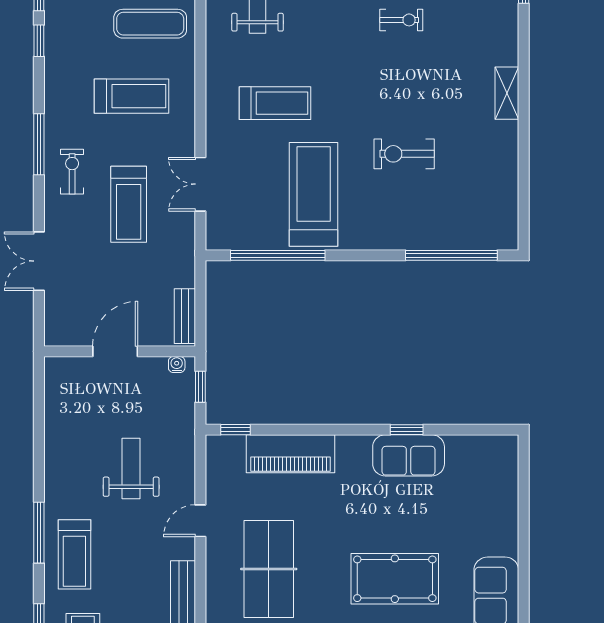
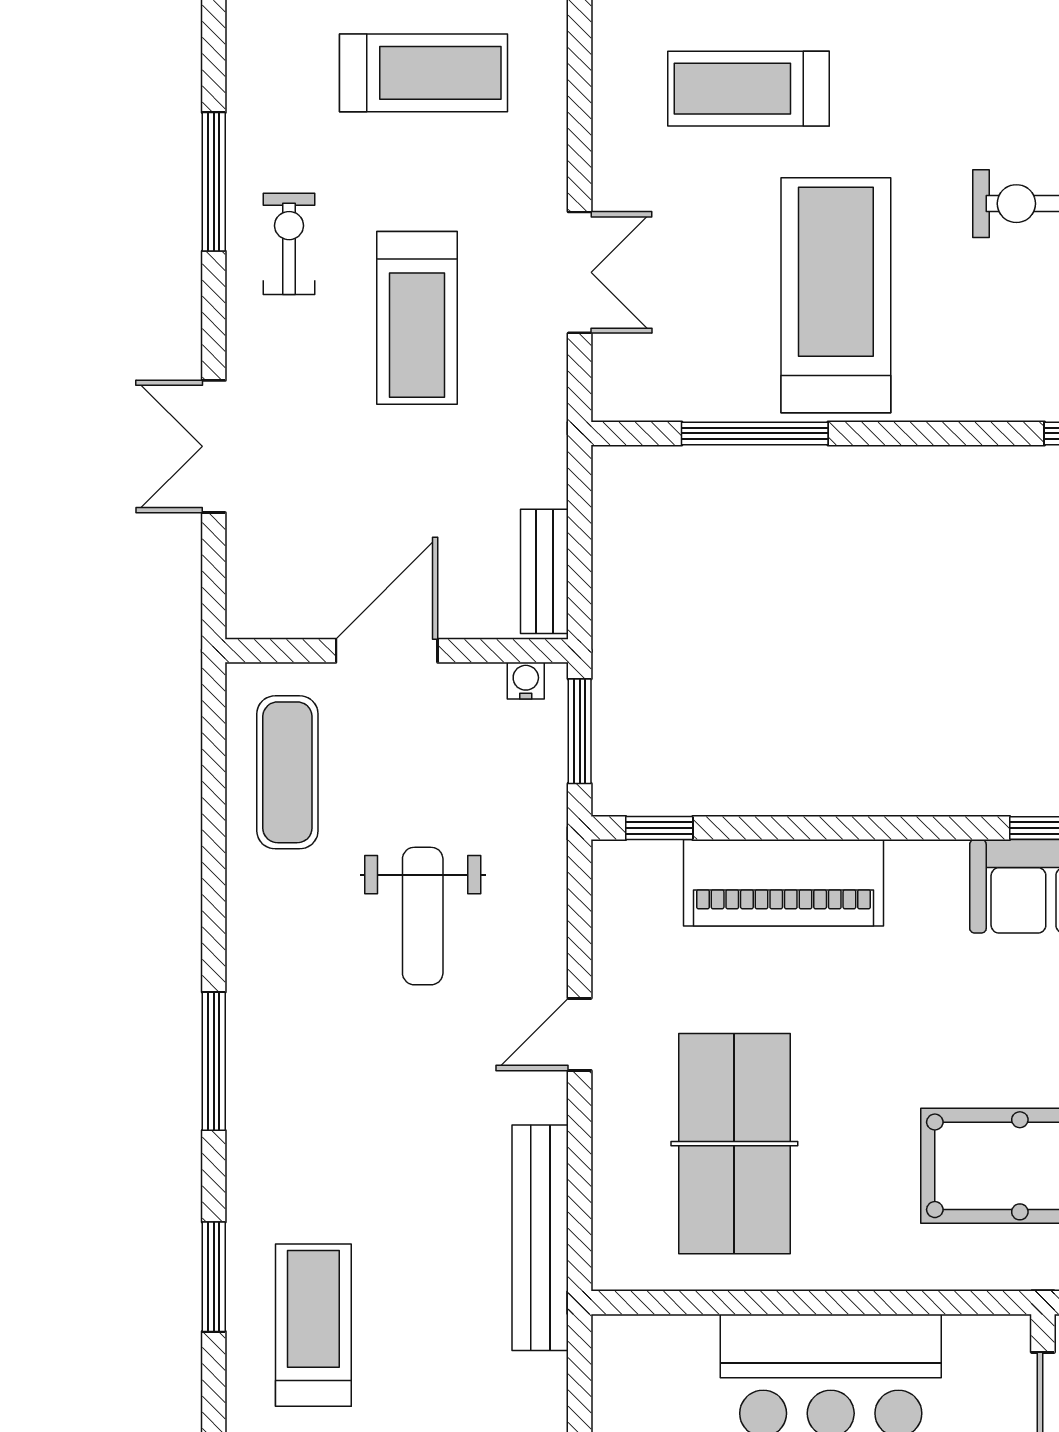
treadmill: (275, 103) -> (748, 89), turned 180
double door: (200, 184) -> (580, 272), swing flipped
window: (278, 255) -> (755, 433), width x0.68
window: (200, 387) -> (580, 731), width x1.50
exercise mat: (71, 405) -> (287, 772), added
weight bench: (131, 468) -> (423, 916), turned 180
treadmill: (74, 554) -> (294, 1110), removed

